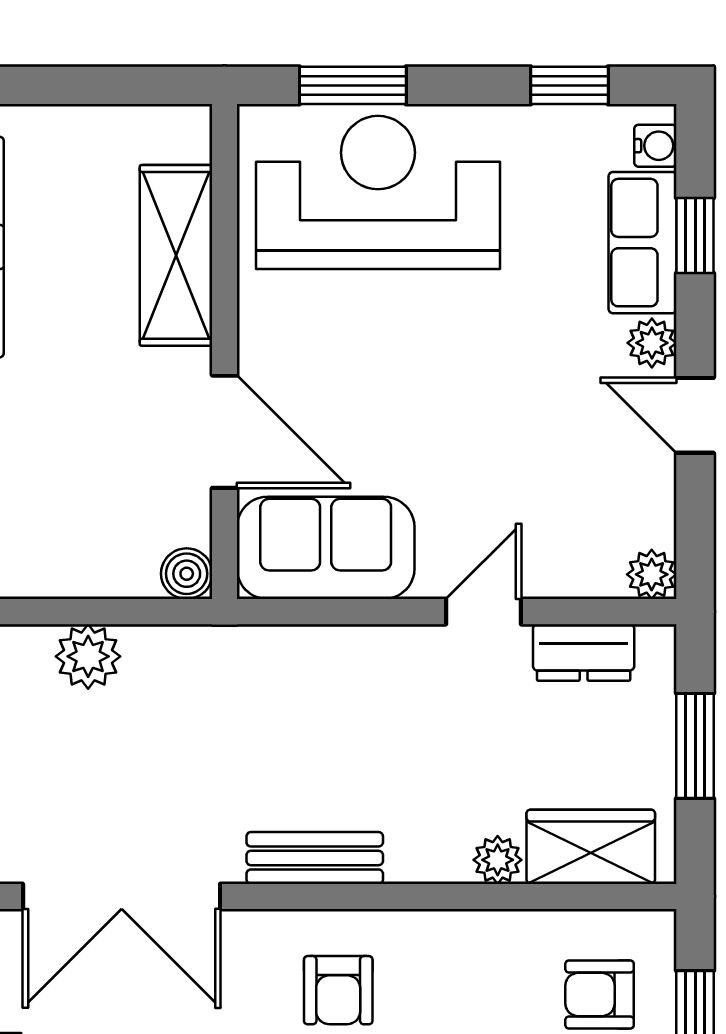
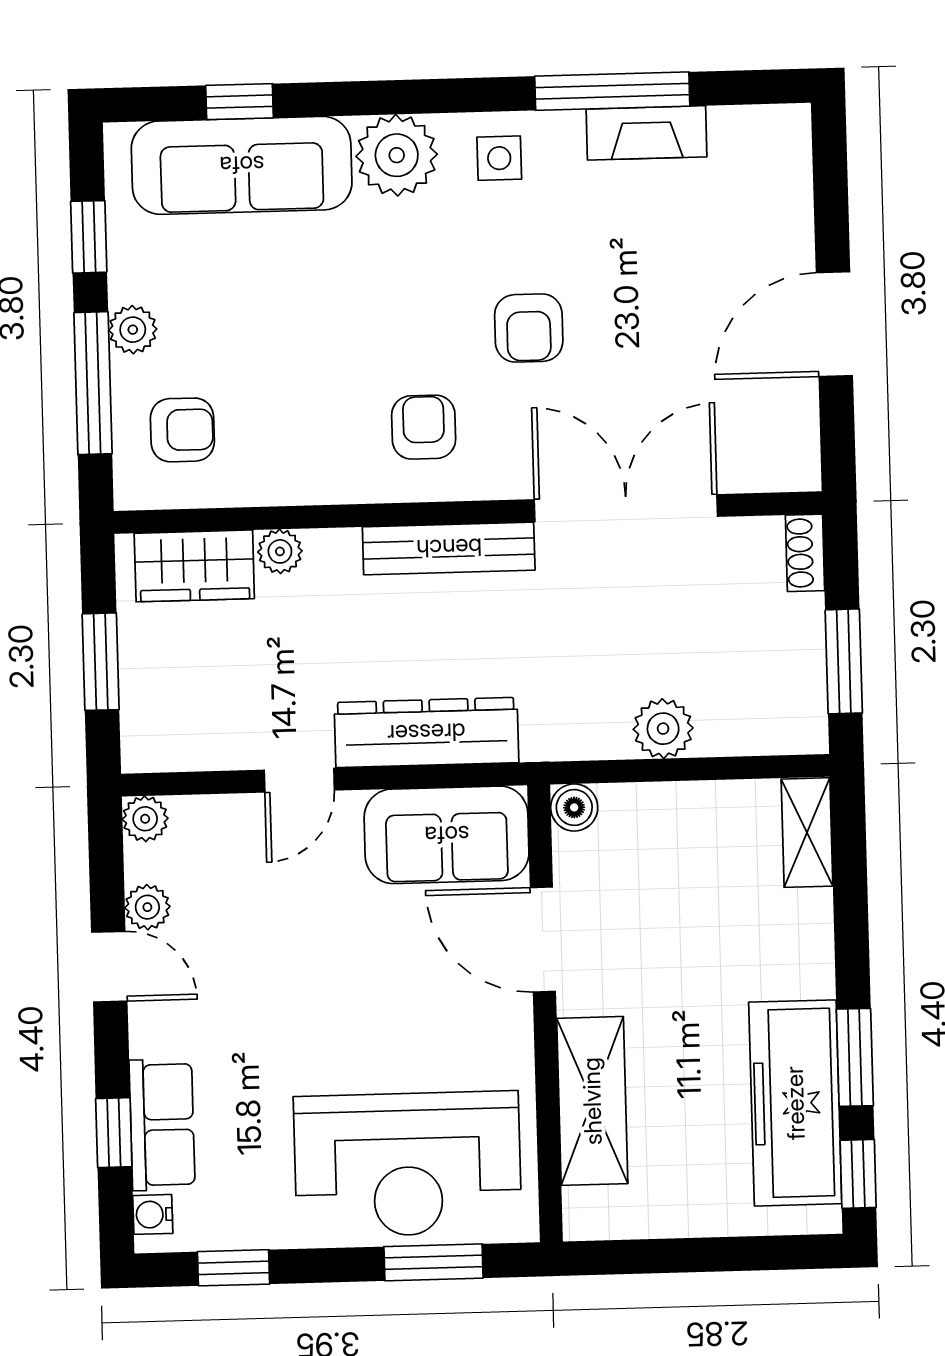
plant: (652, 343) -> (147, 907), moved
dresser: (584, 652) -> (426, 733), moved, width x1.96, depth x1.24
bench: (315, 858) -> (449, 548), width x1.36

